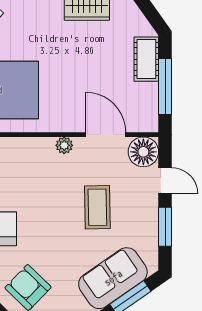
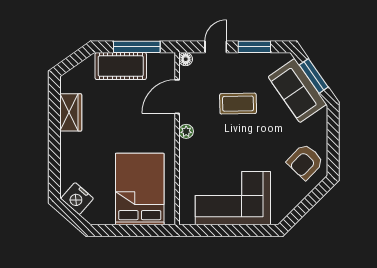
cot: (146, 59) -> (121, 66), width x1.37, depth x1.34
floor lamp: (143, 152) -> (186, 59), width x0.53, depth x0.53

